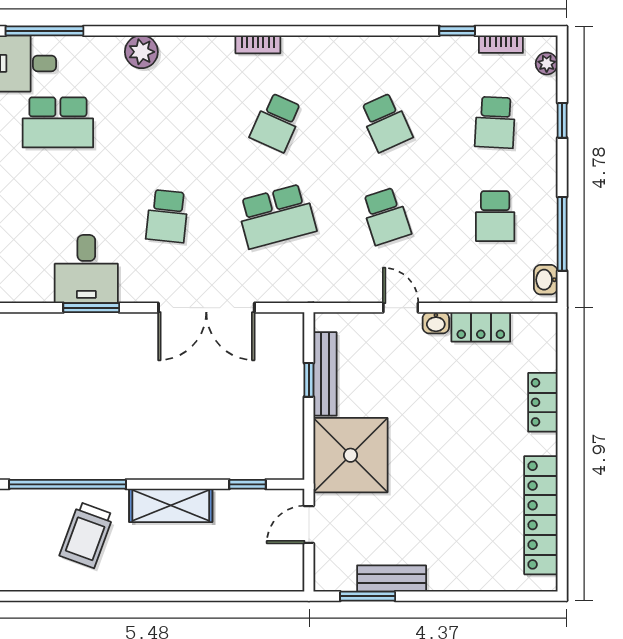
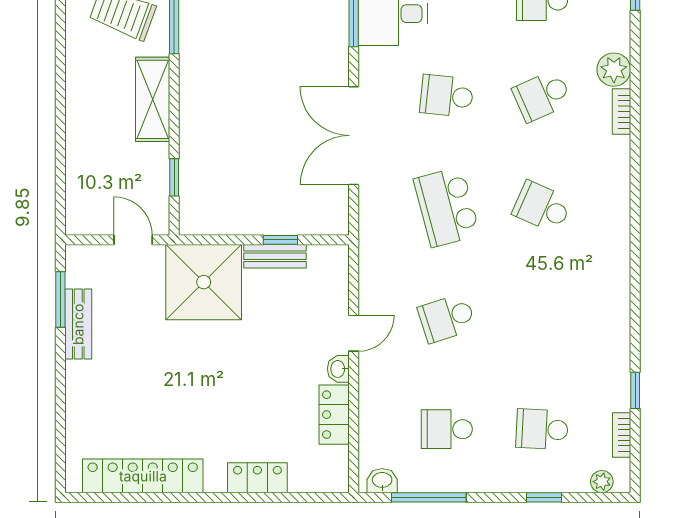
bookcase: (258, 44) -> (621, 112), moved
school desk: (386, 122) -> (542, 96), moved
bench: (325, 374) -> (275, 256), width x0.73

